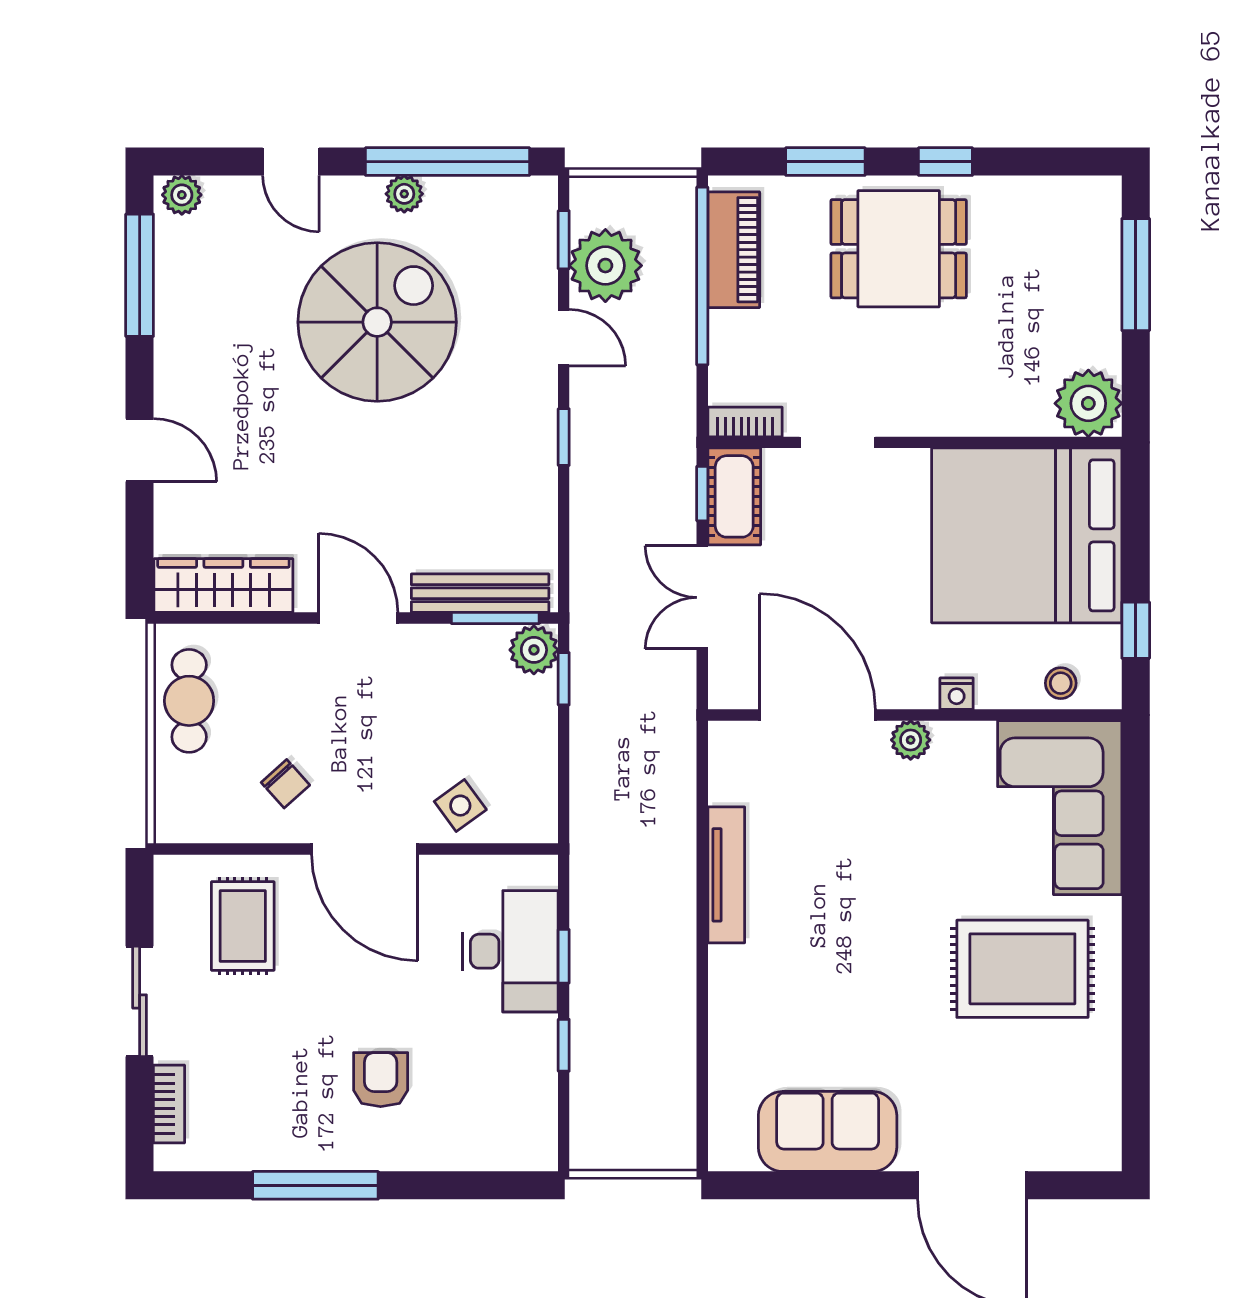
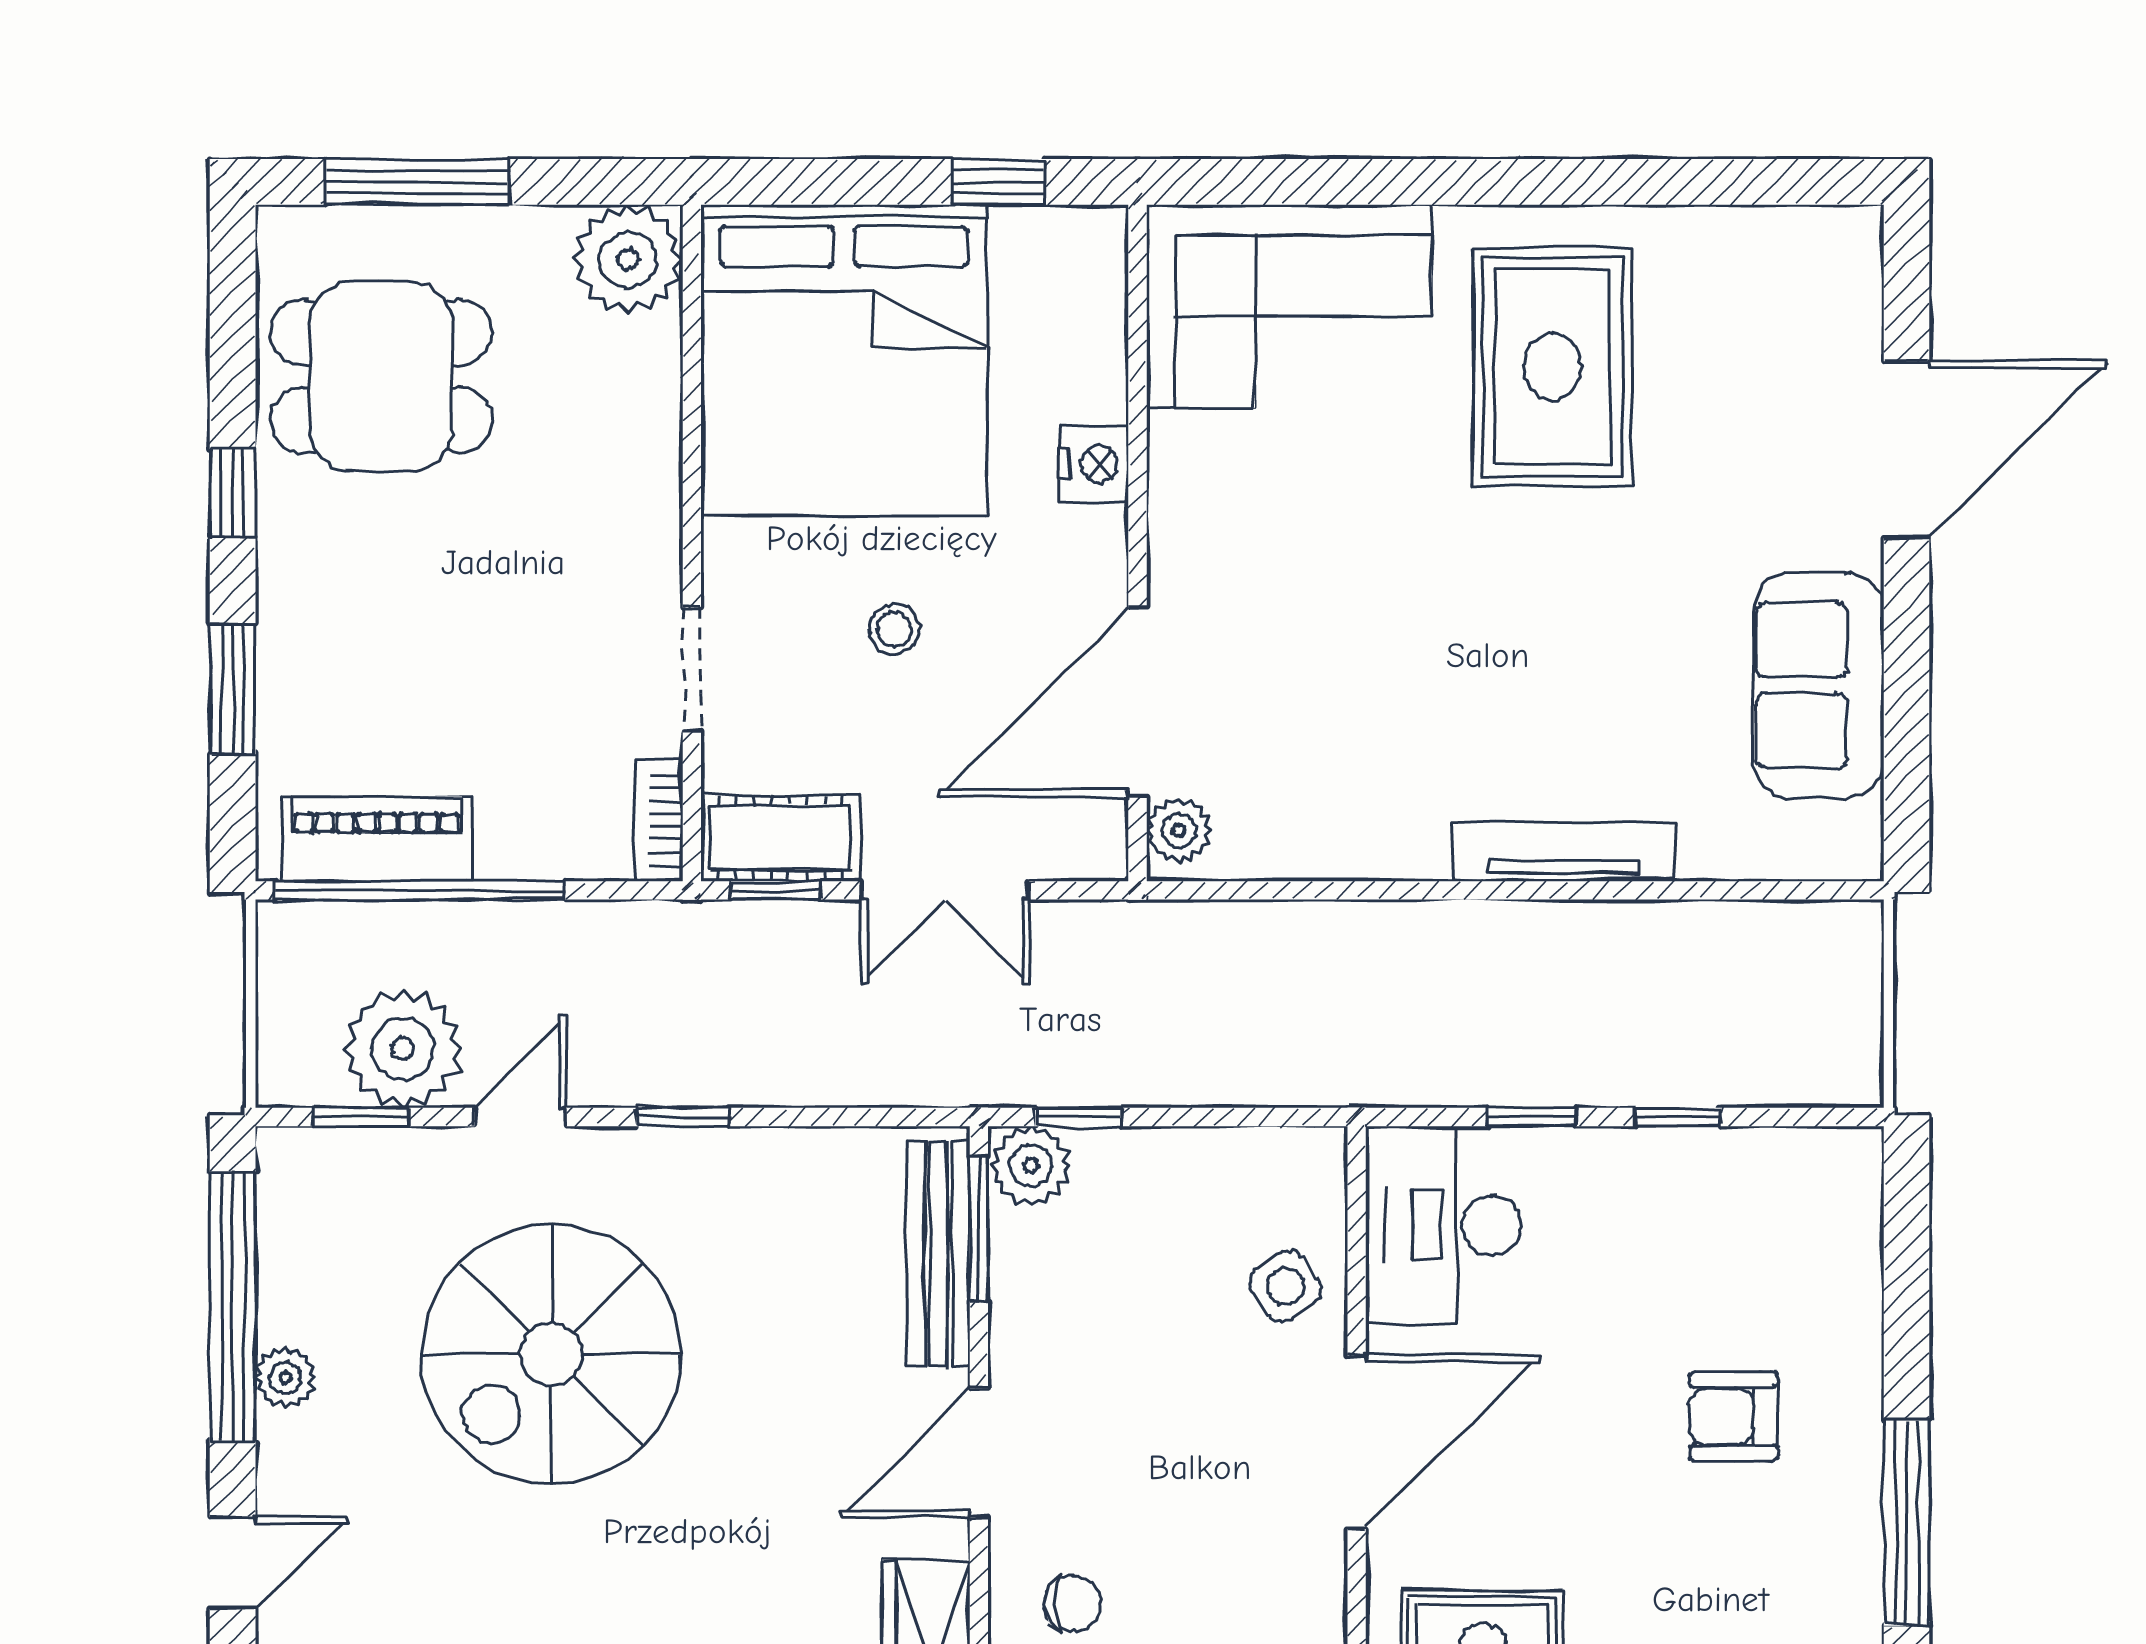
dining table: (899, 249) -> (381, 376), moved, turned 90
spiral stairs: (377, 322) -> (551, 1354), moved, turned -90
stool: (1061, 683) -> (894, 629), moved
nightstand: (957, 694) -> (1094, 464), width x1.39, depth x1.35
plant: (911, 740) -> (1178, 830), moved
chair: (285, 784) -> (1073, 1604), moved, turned 42
tv unit: (726, 875) -> (1564, 851), moved
desk: (510, 951) -> (1444, 1225), moved, turned -90

